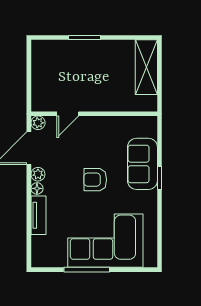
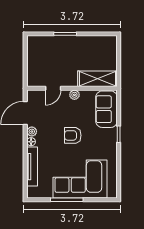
shelving: (146, 67) -> (97, 79), moved, turned 90
plant: (38, 123) -> (74, 95), moved
sofa: (142, 164) -> (107, 109), moved
tv unit: (38, 215) -> (32, 167), width x1.41

